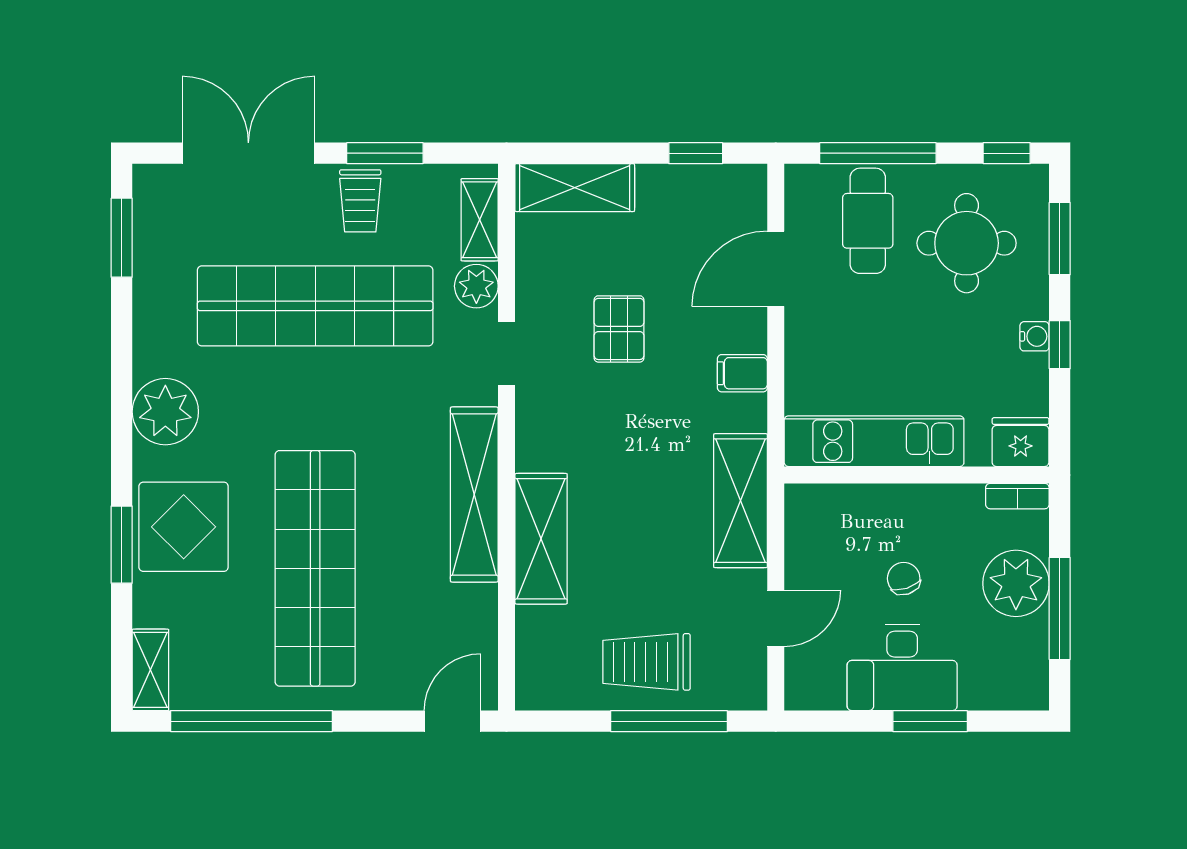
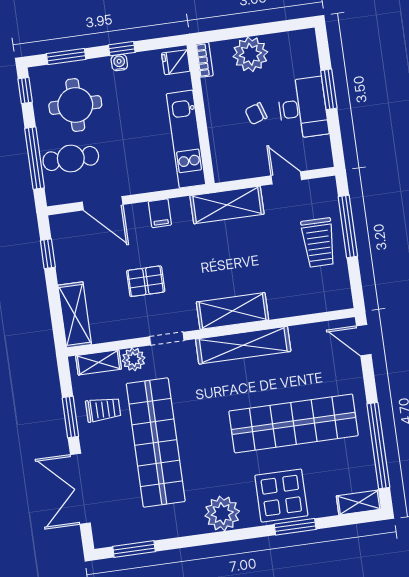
trolley: (360, 201) -> (103, 409), moved
fridge: (1021, 442) -> (176, 62), width x0.72
shelving: (541, 539) -> (232, 311), moved
window: (1060, 608) -> (260, 29), removed

